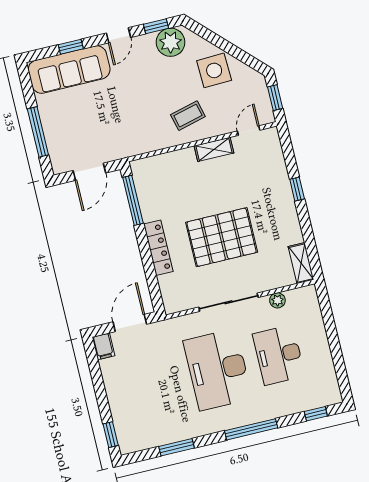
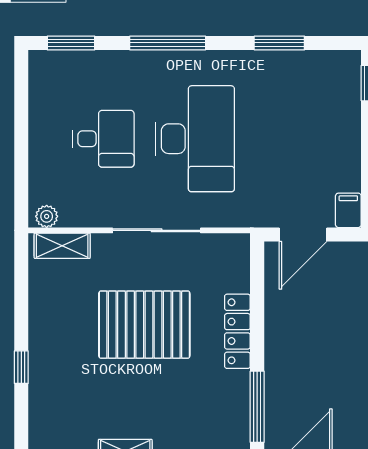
shelving: (301, 263) -> (62, 246), moved, turned 90
plant: (277, 300) -> (47, 216), moved
desk: (279, 355) -> (104, 139), width x0.73
window: (316, 414) -> (71, 43), width x1.50

